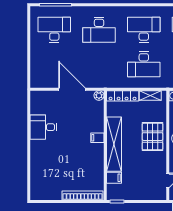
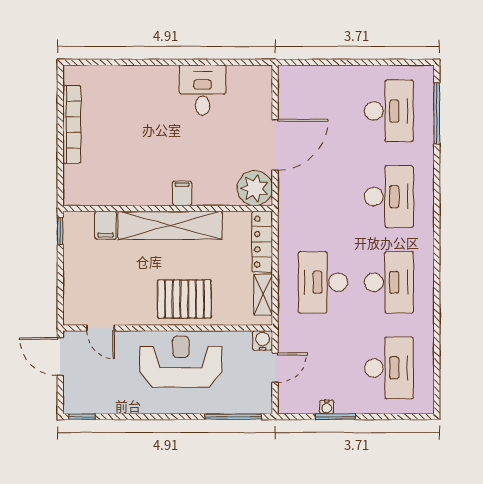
desk: (99, 30) -> (389, 197), turned 180
plant: (99, 95) -> (255, 188), width x1.87, depth x1.87
bookcase: (83, 195) -> (72, 124), moved

